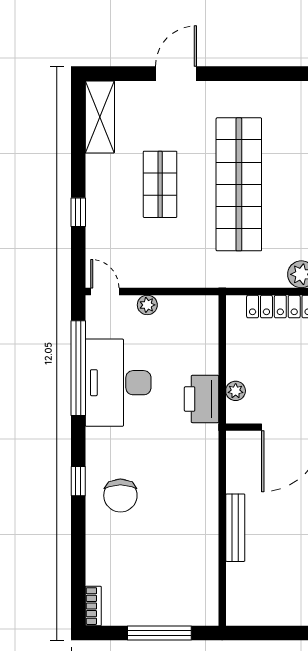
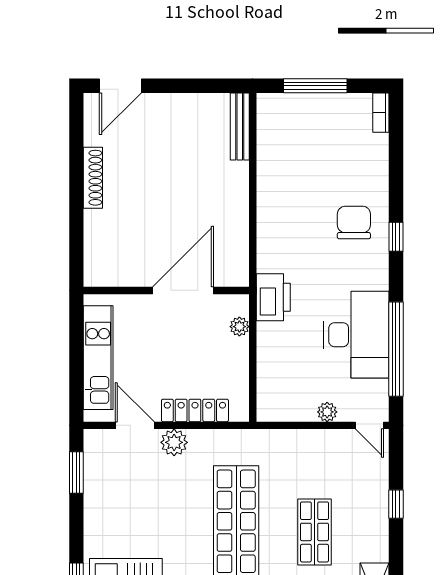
printer: (202, 399) -> (273, 297), moved
bench: (235, 528) -> (240, 127), moved

